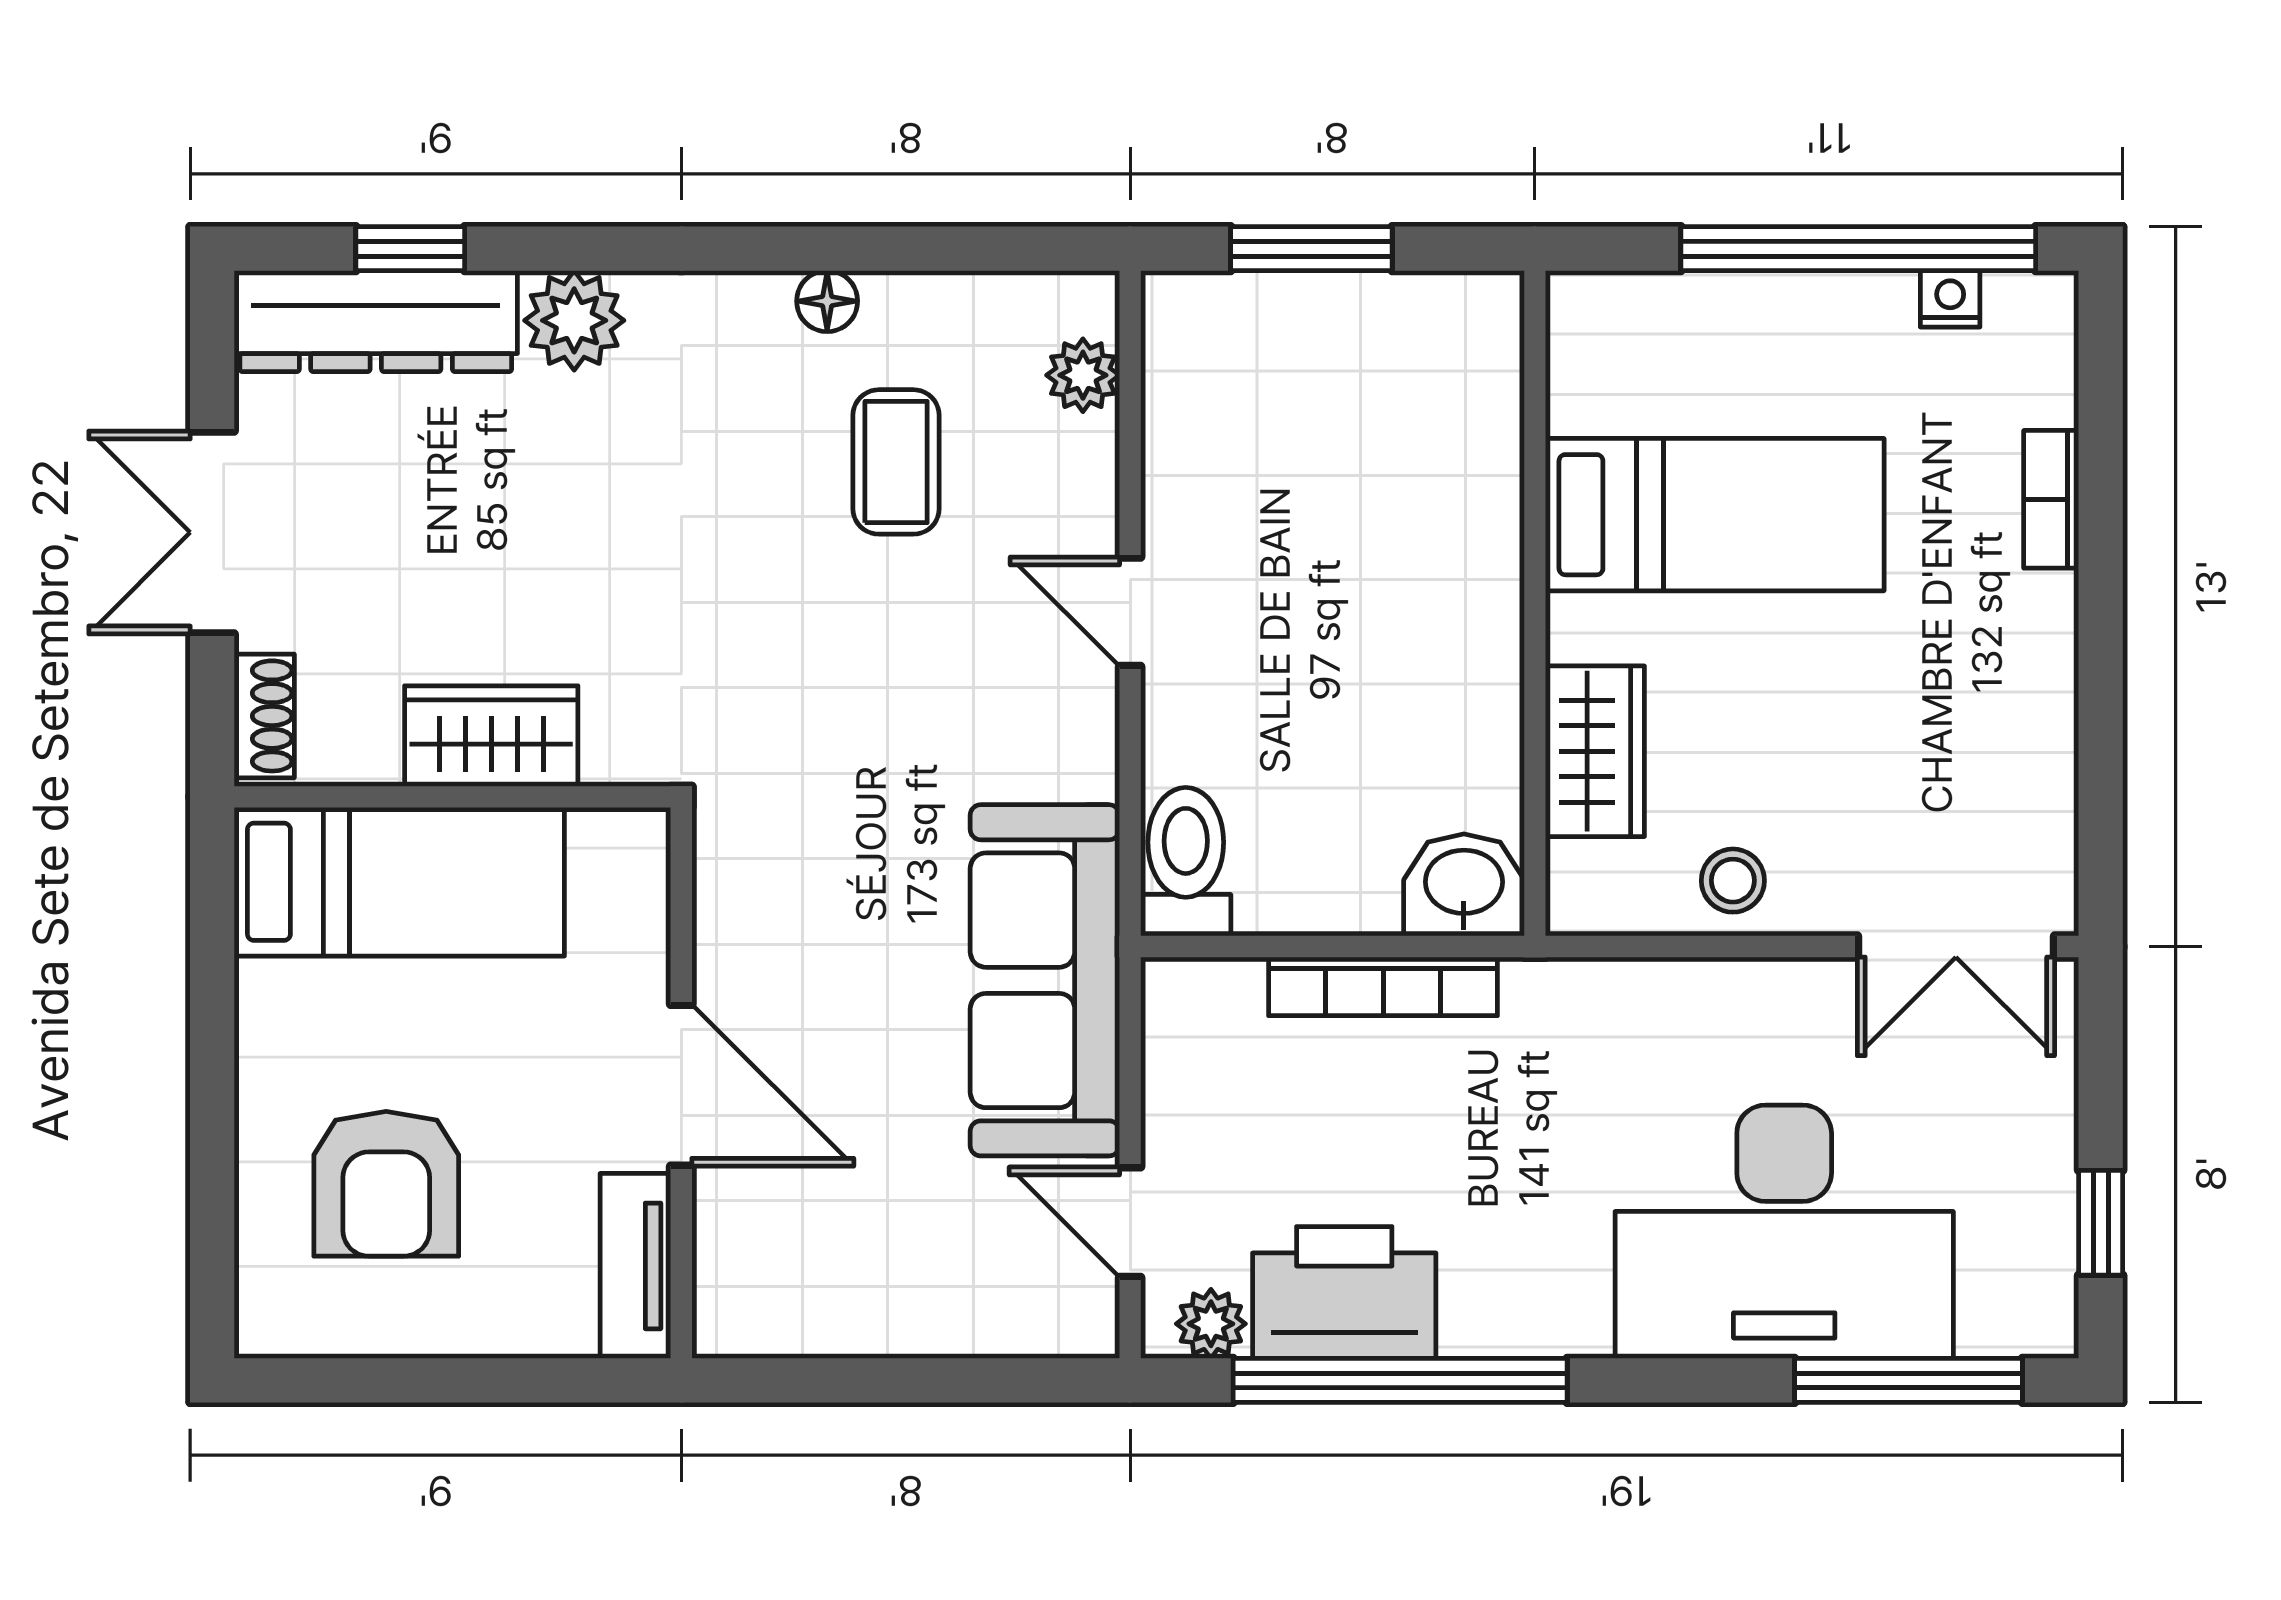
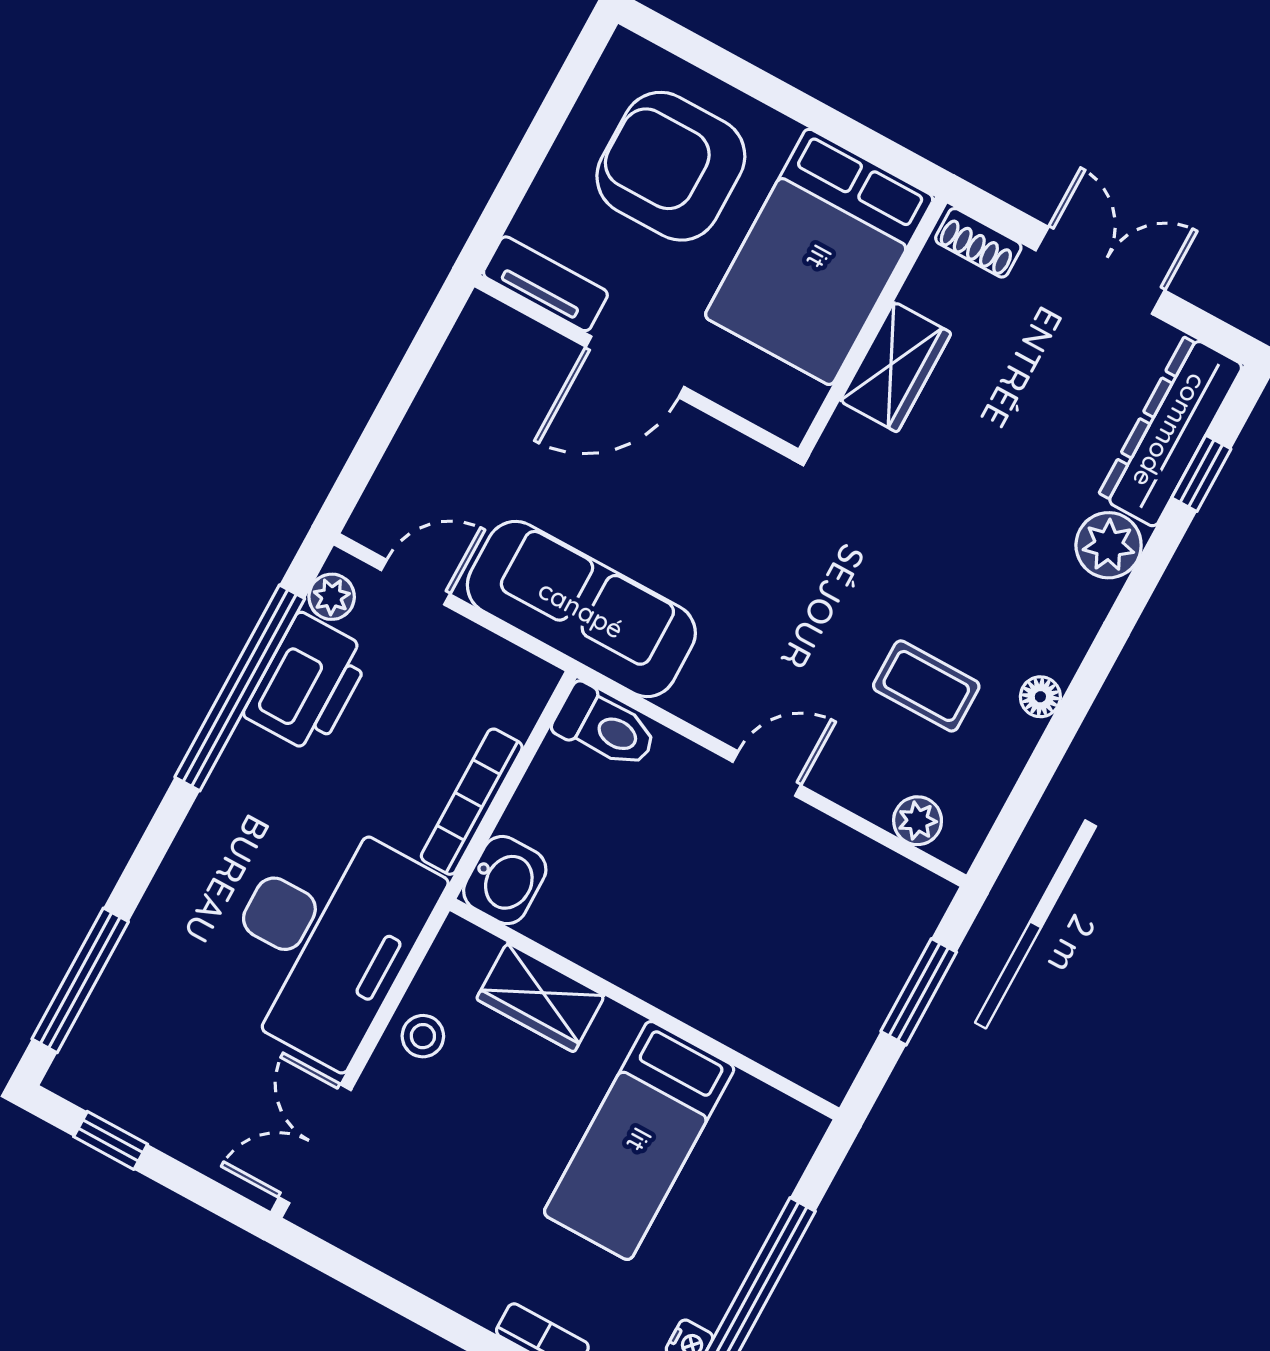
bed: (399, 882) -> (819, 257), width x1.50
armchair: (386, 1184) -> (671, 166), width x1.36, depth x1.36
desk: (1784, 1232) -> (325, 938), moved, turned 180

